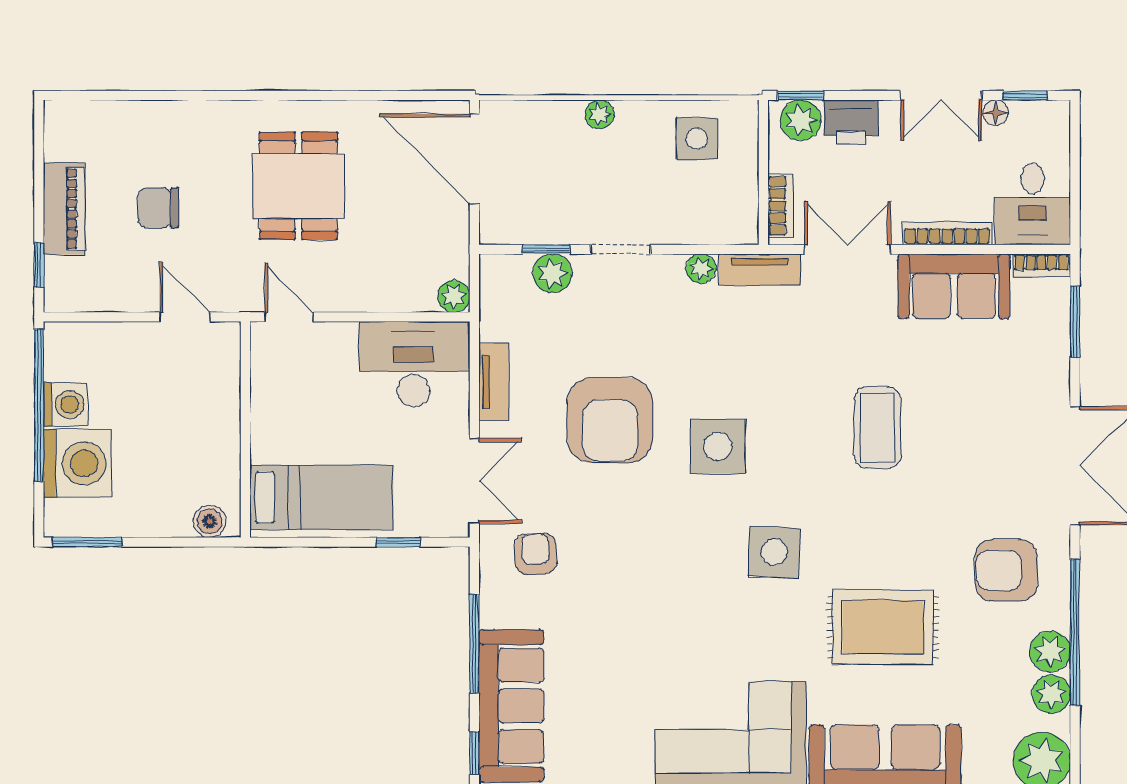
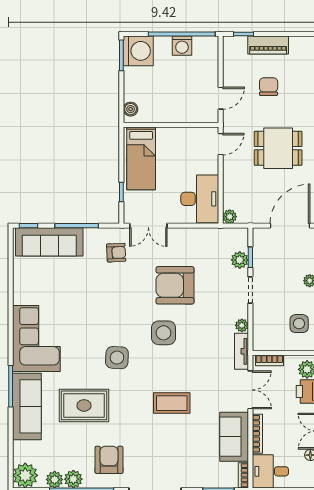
tv unit: (494, 382) -> (192, 234), removed
washing machine: (77, 463) -> (138, 51), moved, turned -90
rug: (883, 627) -> (84, 405), turned 90

